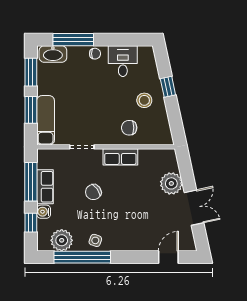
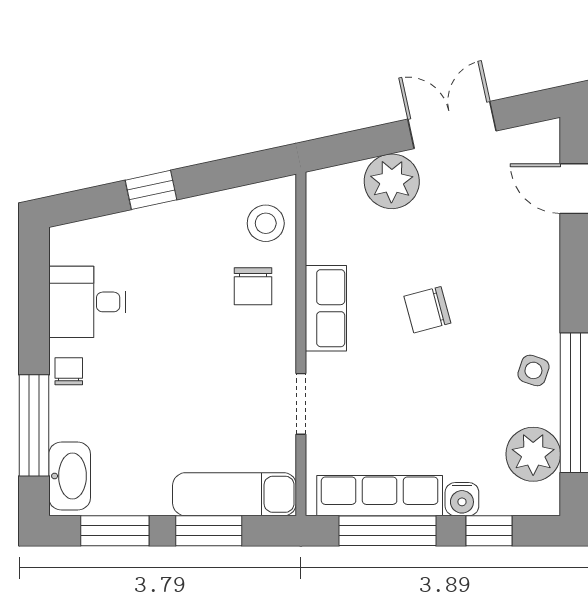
stool: (144, 100) -> (266, 223), moved
row of seats: (45, 187) -> (380, 496), width x1.48
chair: (93, 192) -> (427, 310), moved, turned 111

